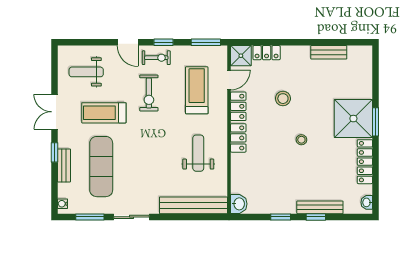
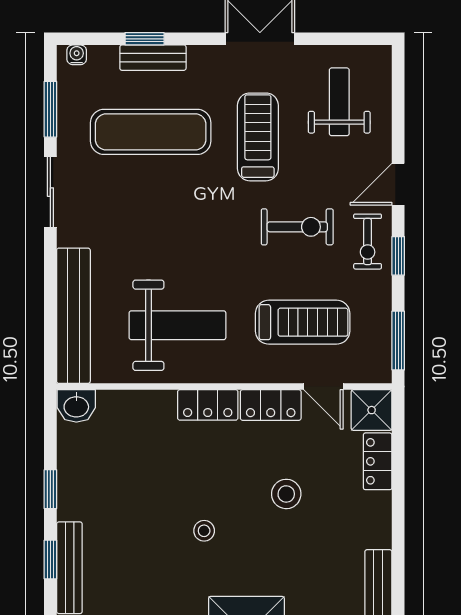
exercise bike: (149, 93) -> (297, 227), turned 180
window: (54, 152) -> (145, 39), moved
weight bench: (198, 153) -> (177, 325), width x1.36, depth x1.33

